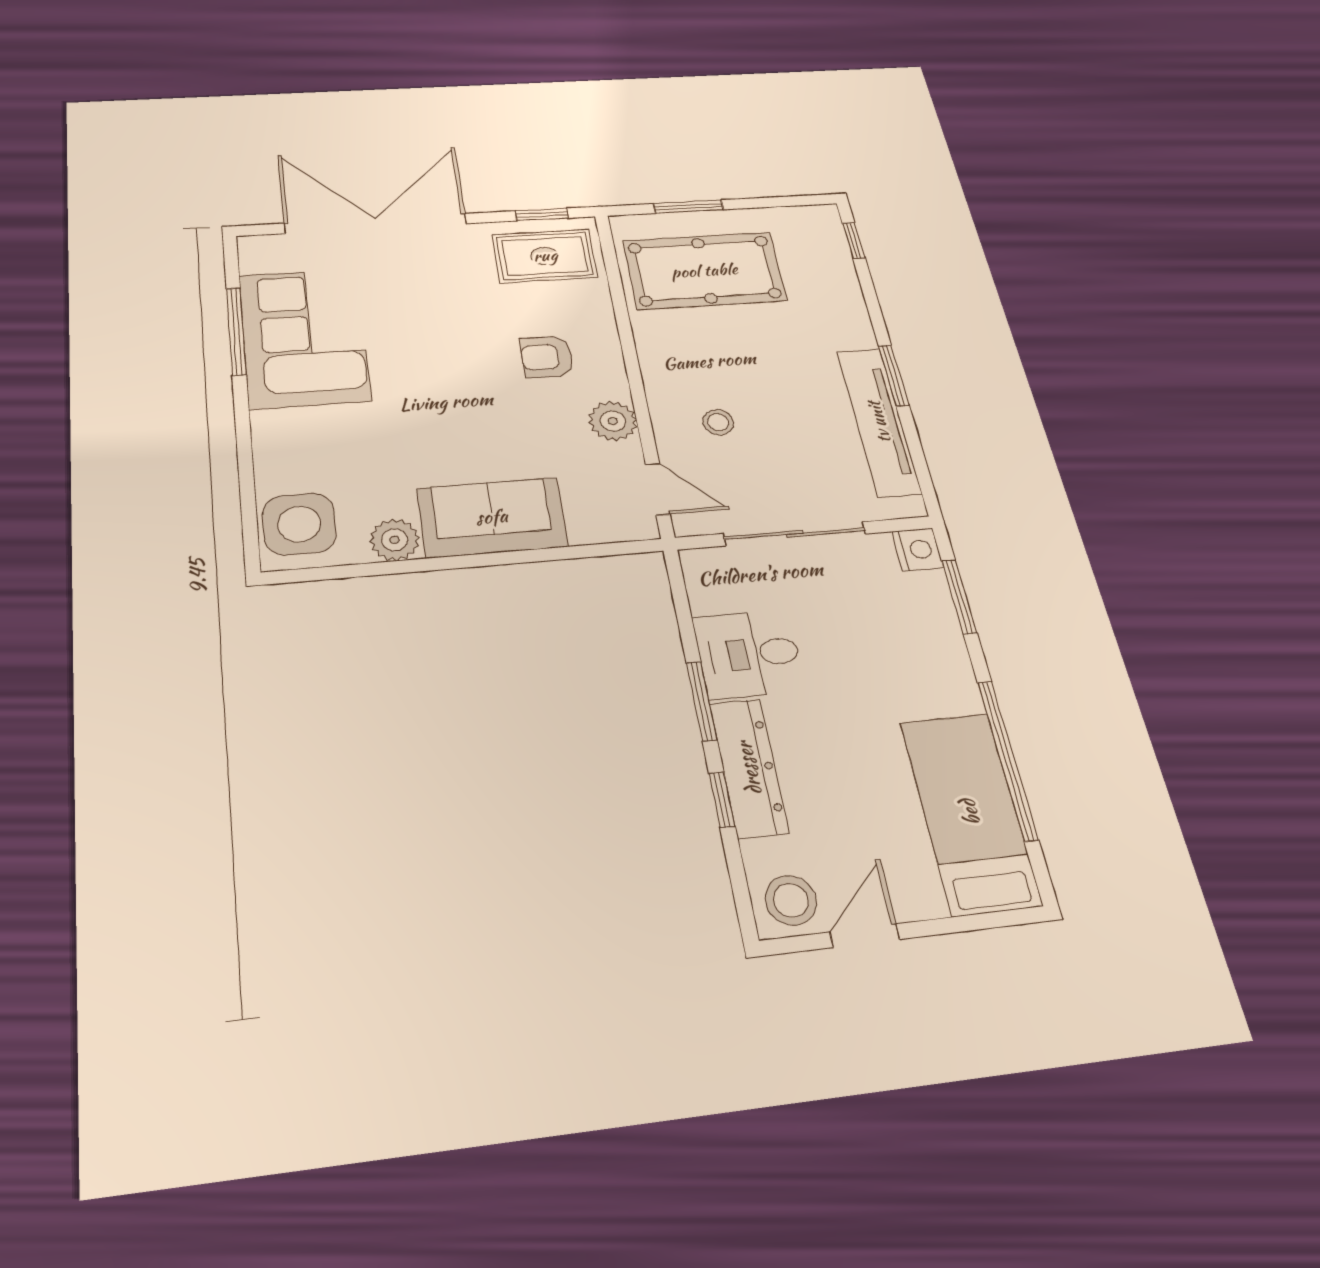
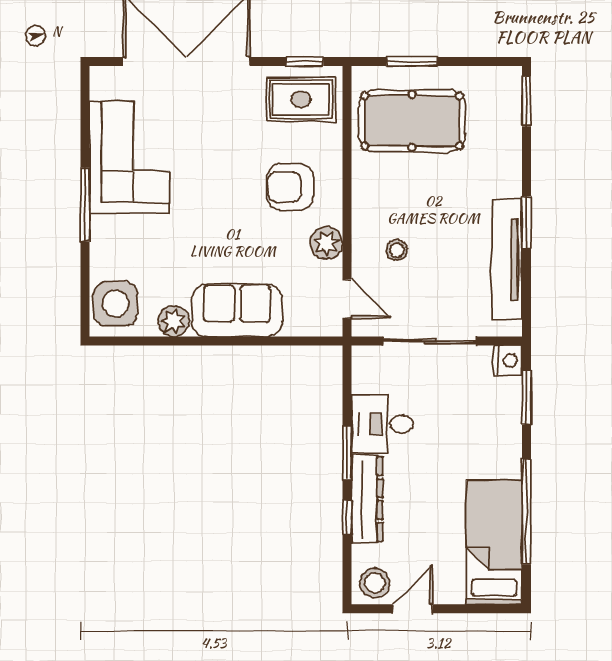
window: (854, 240) -> (526, 101), width x1.50
window: (236, 331) -> (85, 204), moved
armchair: (547, 357) -> (290, 187), width x1.38, depth x1.38

